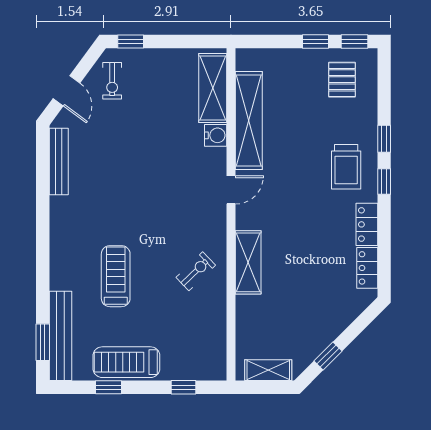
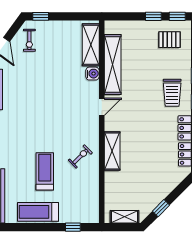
pallet: (342, 80) -> (169, 40), turned 90
treadmill: (116, 276) -> (45, 171), moved
window: (108, 387) -> (27, 227), removed

